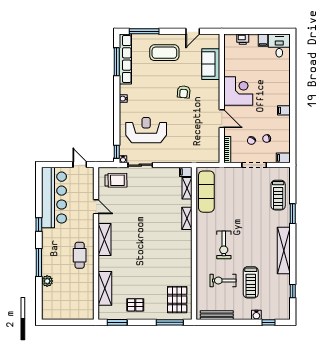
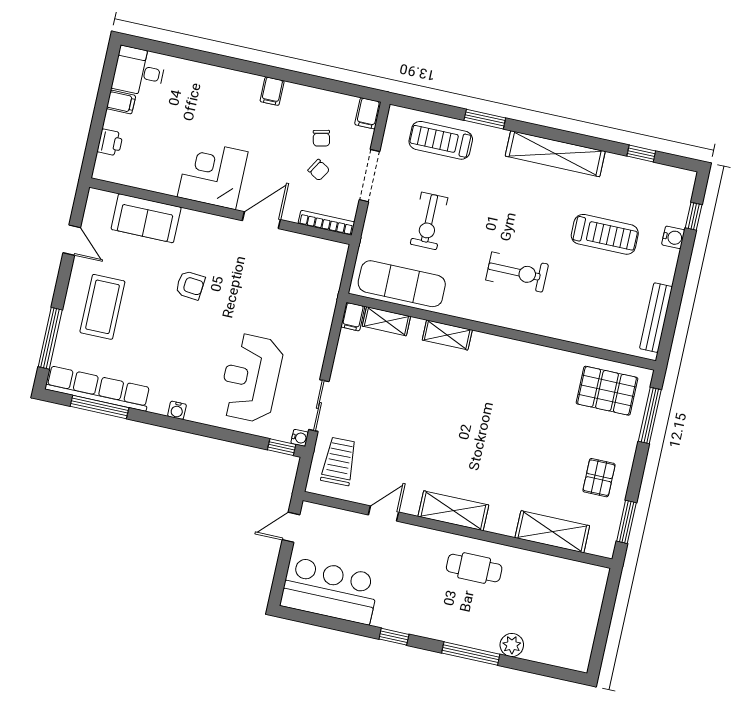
treadmill: (278, 195) -> (441, 140), turned 180
bar counter: (54, 198) -> (330, 591), width x0.73
exercise bike: (223, 280) -> (429, 221), moved

